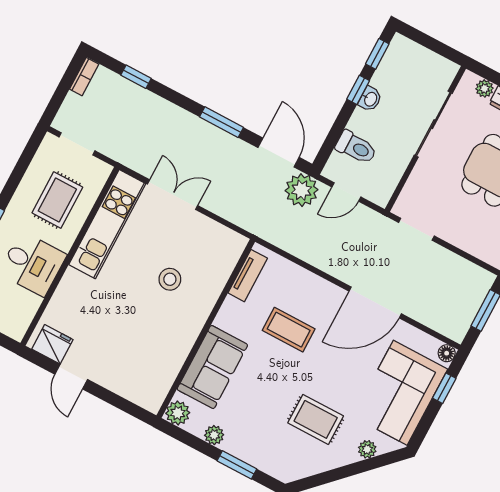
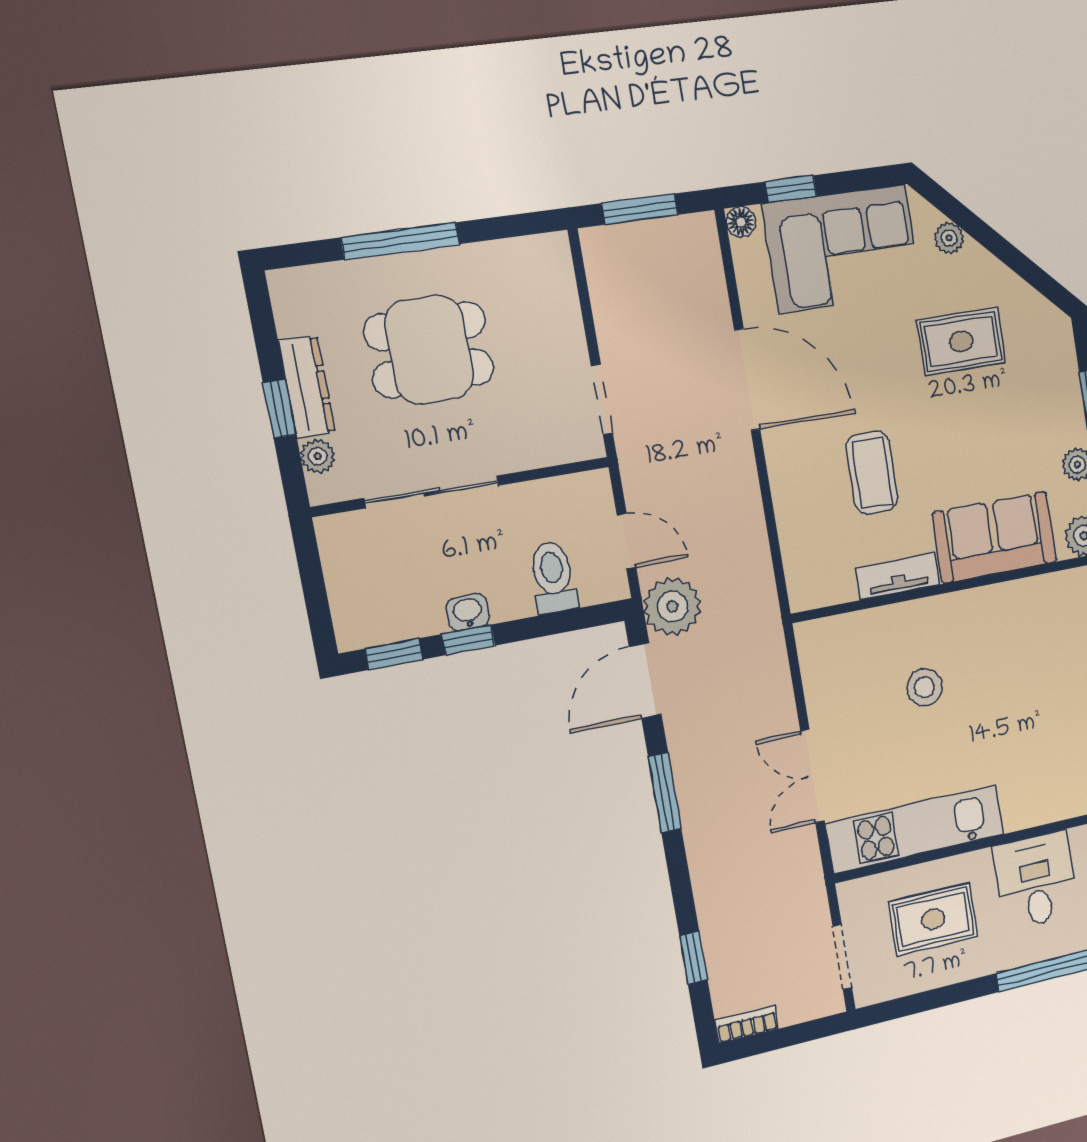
tv unit: (248, 276) -> (898, 576), moved
rug: (316, 419) -> (961, 341), turned 90

